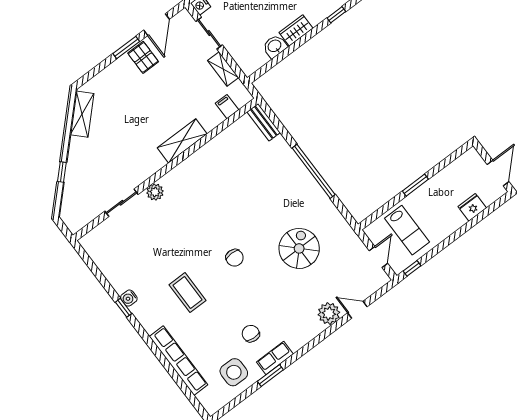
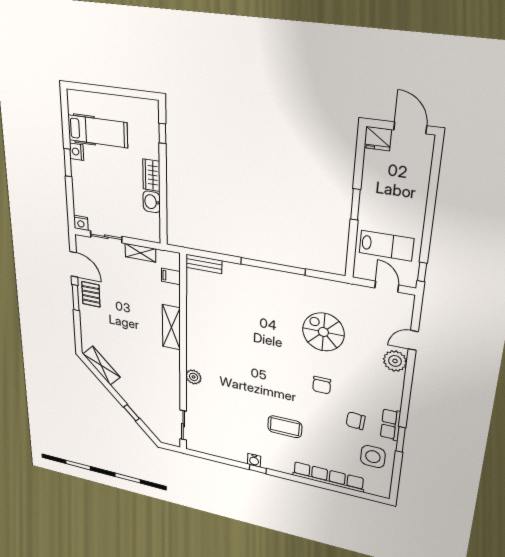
pallet: (143, 57) -> (91, 294), turned 90
sliding door: (121, 203) -> (183, 425), moved
fridge: (472, 207) -> (378, 139), moved, turned -90
chair: (235, 258) -> (322, 385), moved, turned 90

